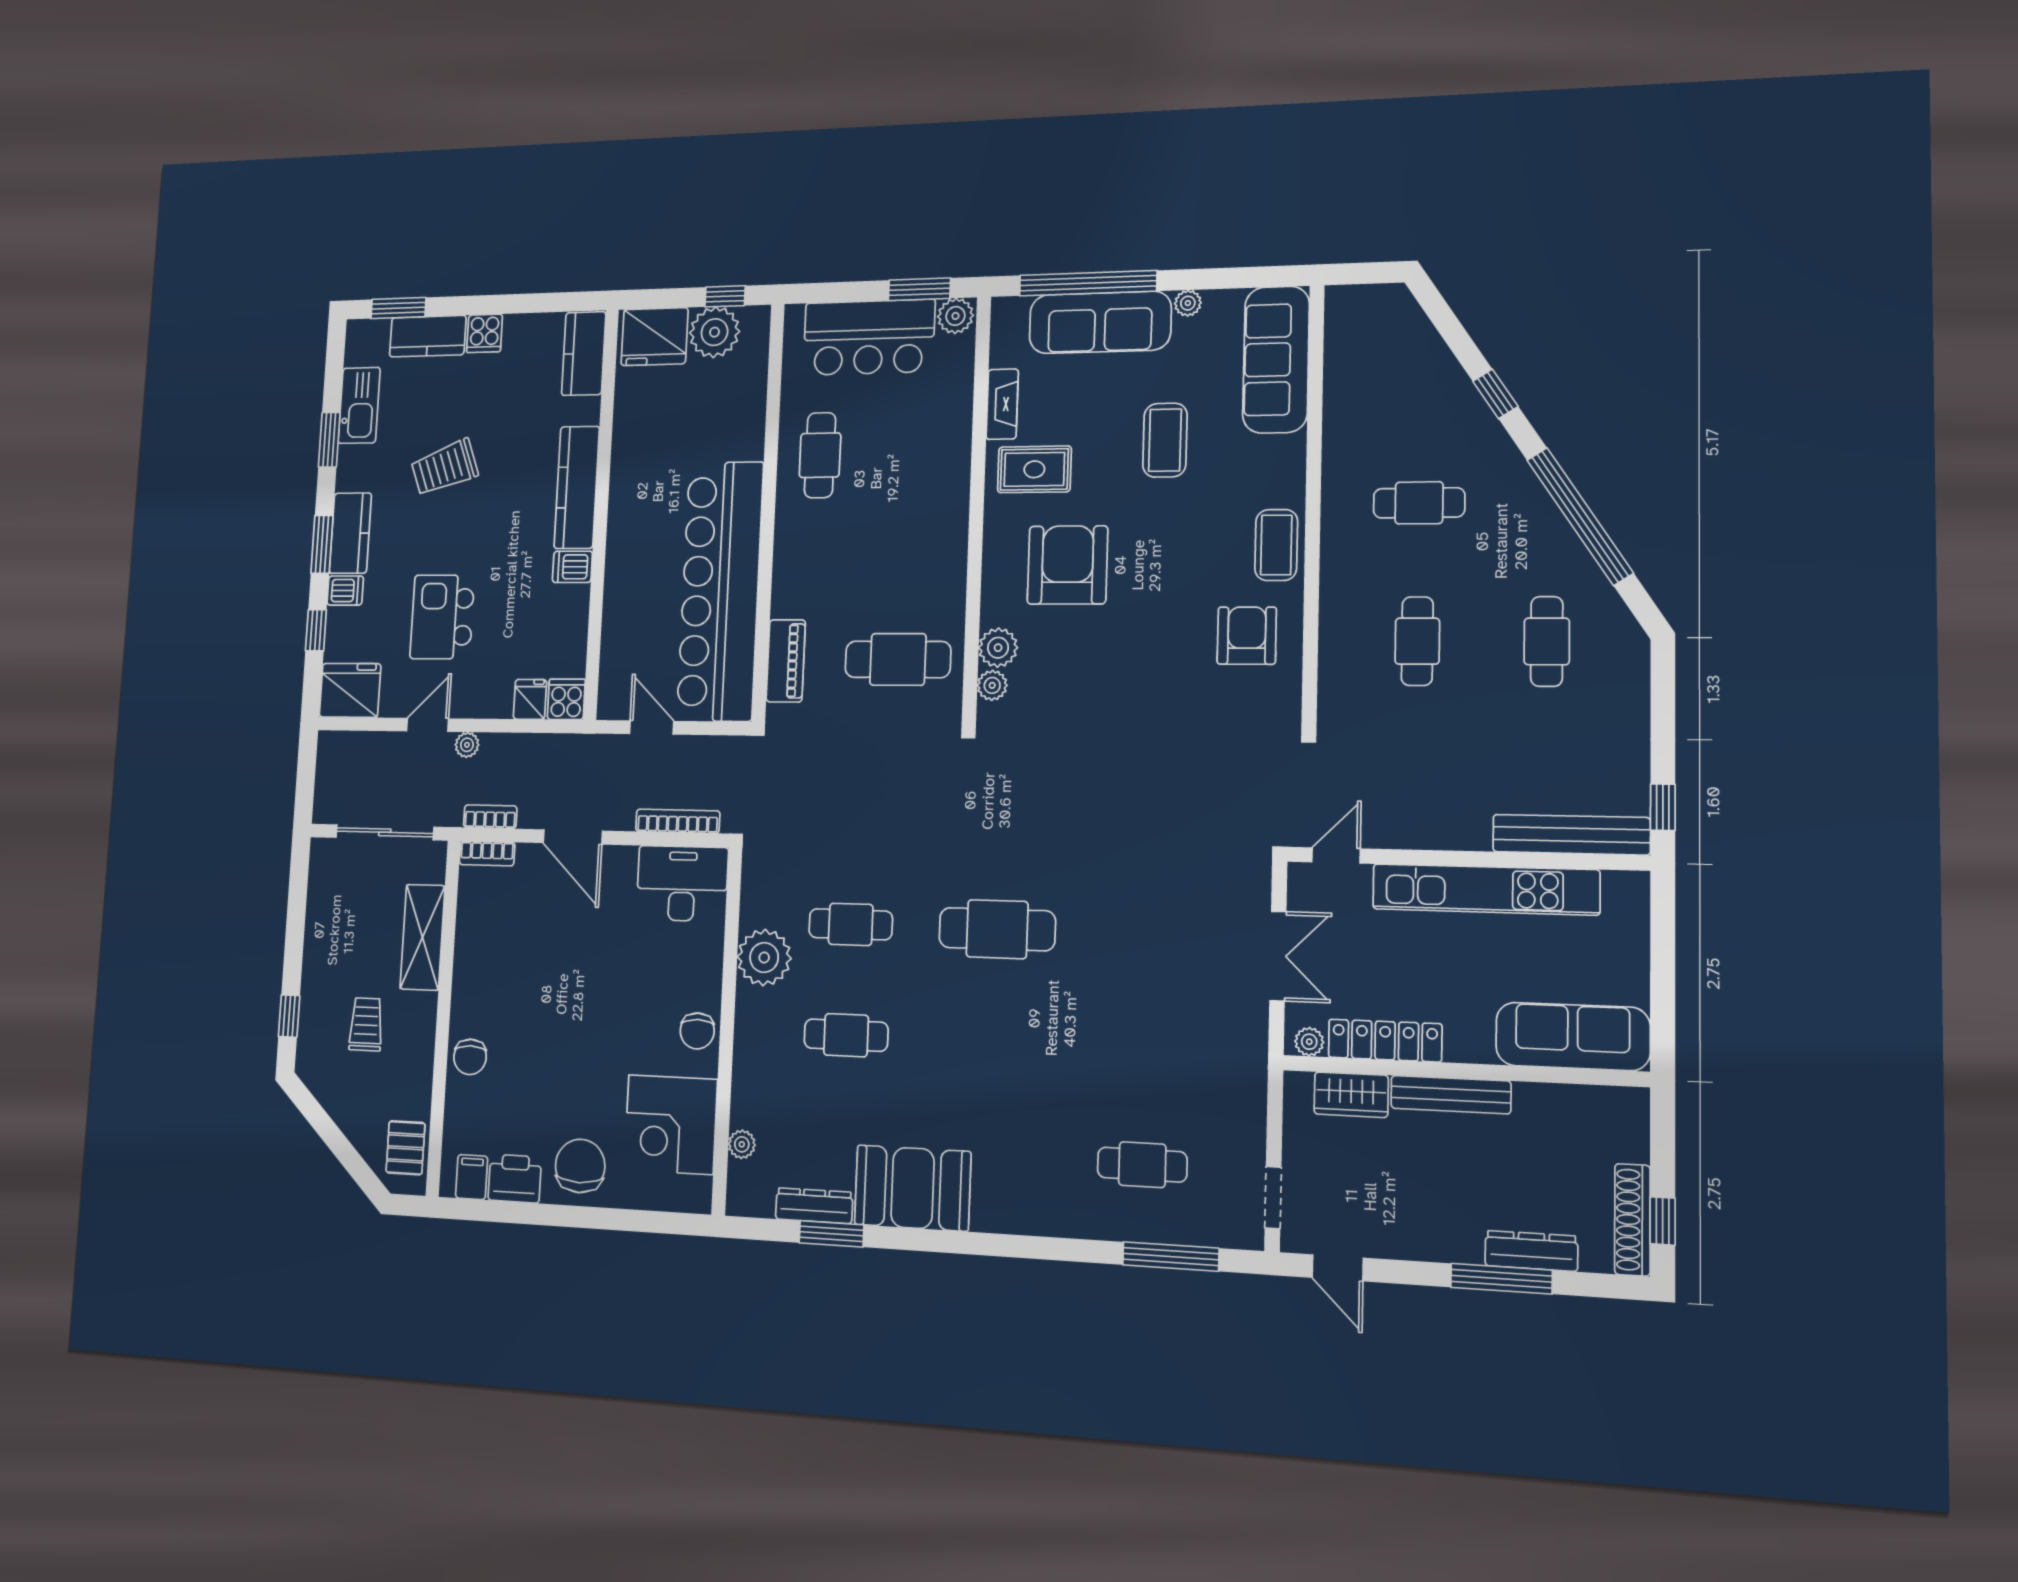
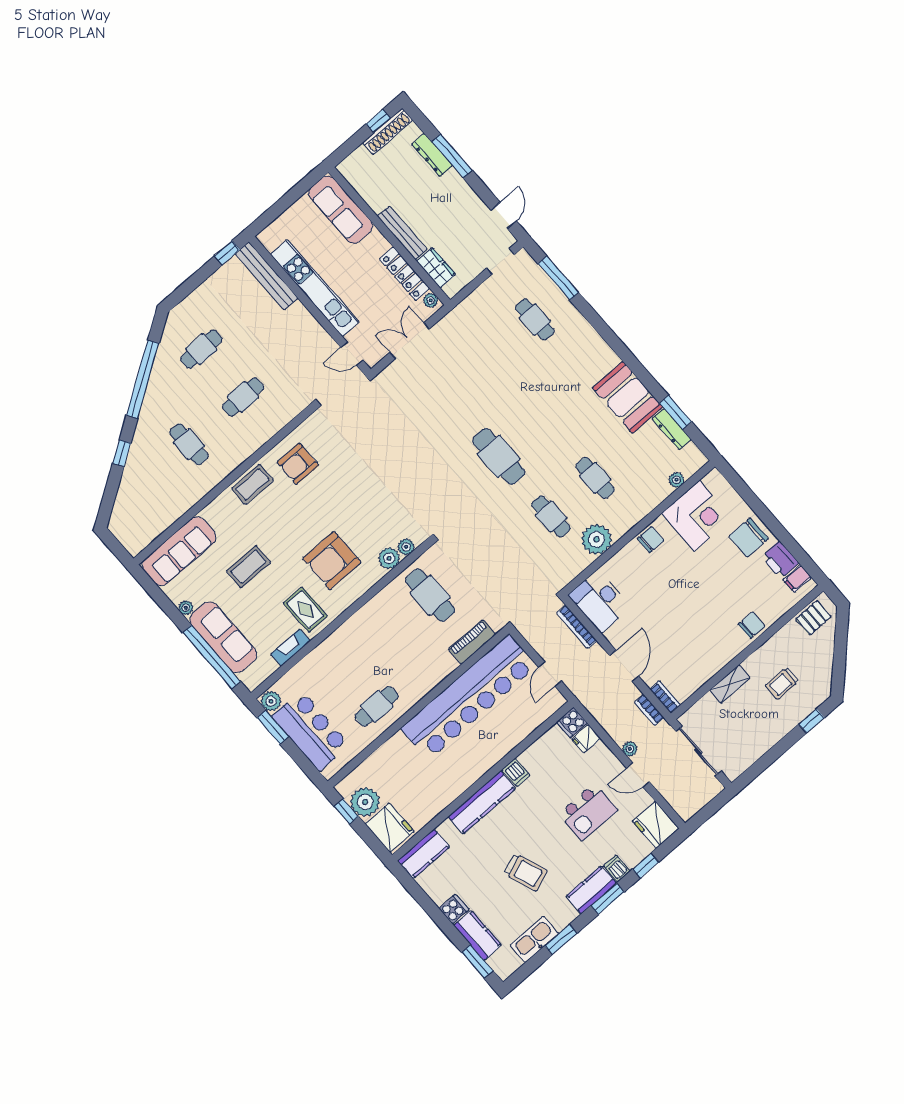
shelving: (422, 937) -> (730, 684), width x0.67, depth x0.75

